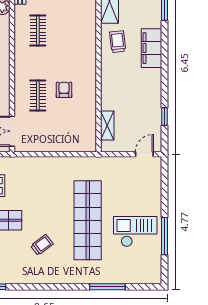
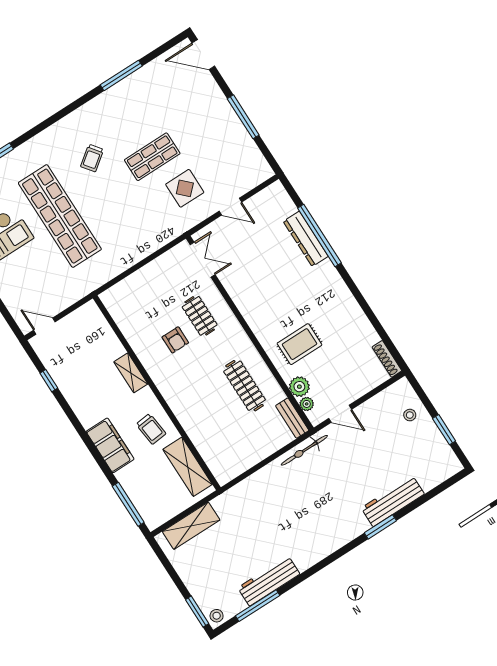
clothes rail: (38, 31) -> (245, 386), width x1.36
shelving: (107, 126) -> (131, 373), moved
door: (144, 154) -> (44, 326), swing flipped

